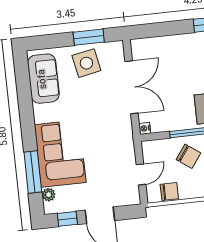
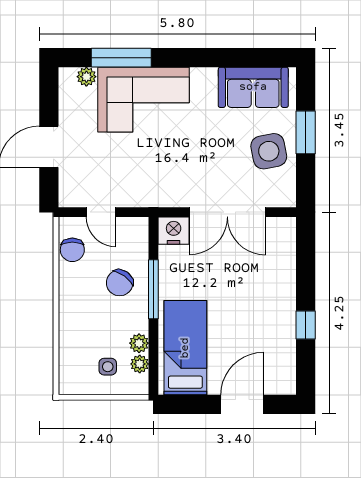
window: (89, 37) -> (306, 132), moved
nightstand: (145, 128) -> (174, 231), width x1.89, depth x1.79
window: (67, 219) -> (49, 100), removed

